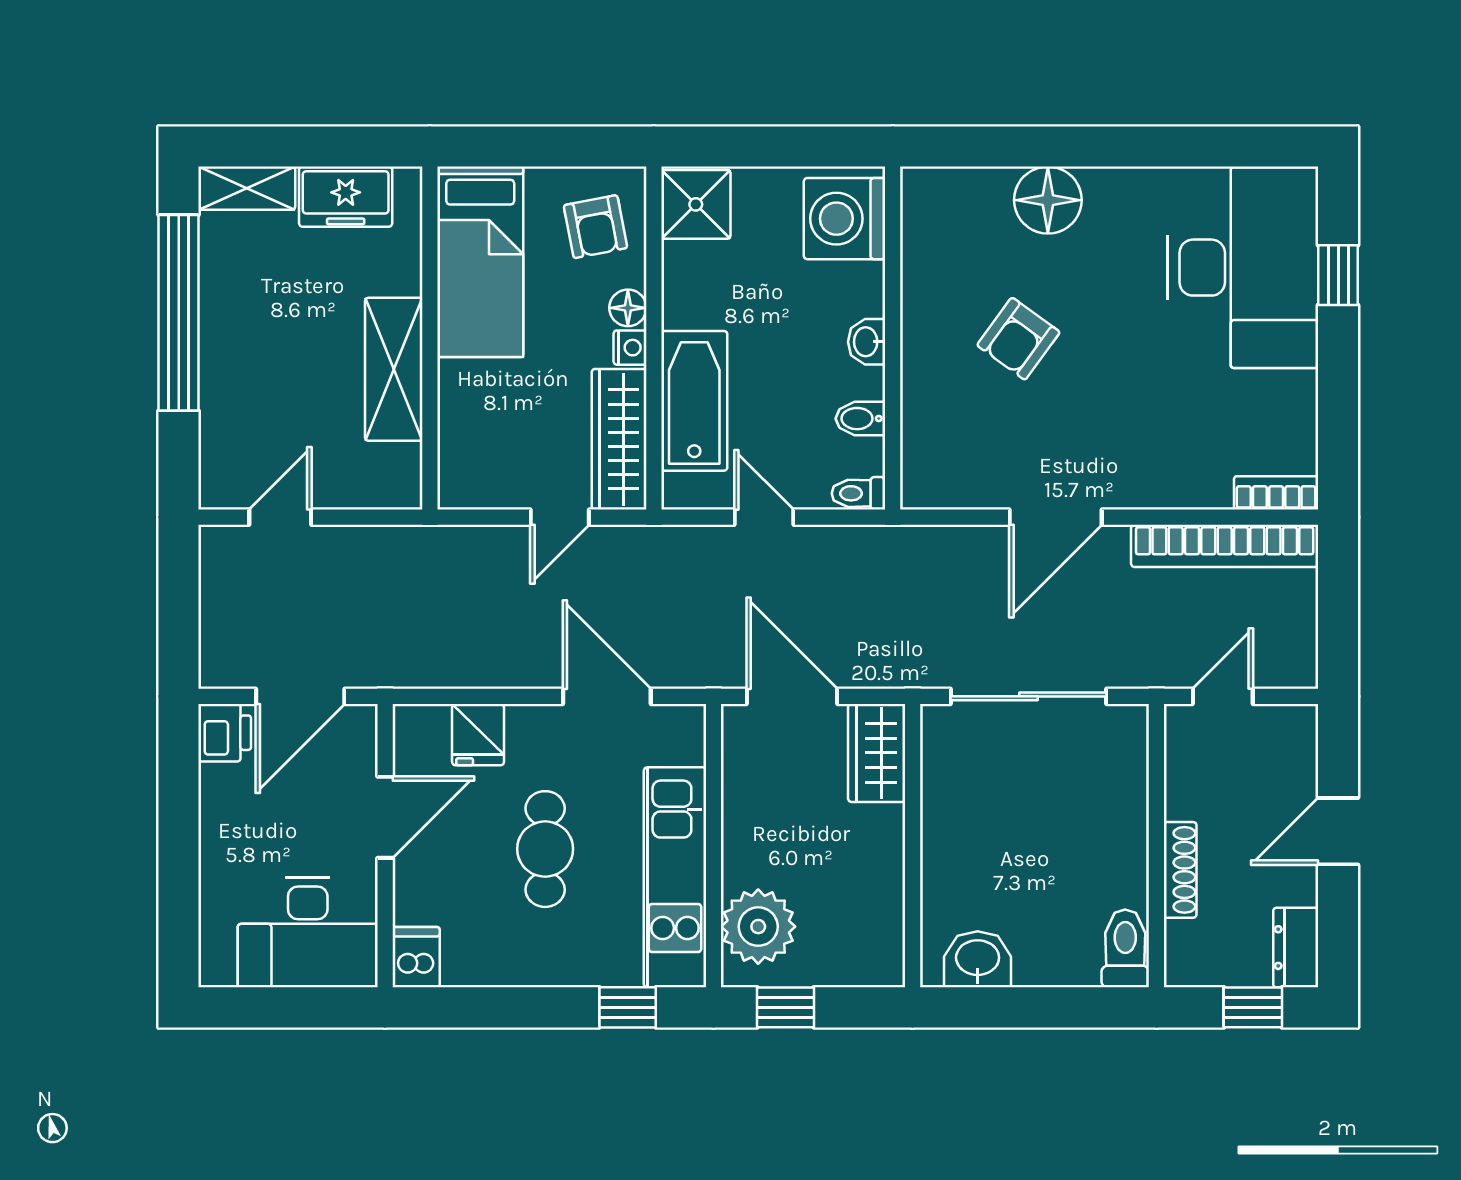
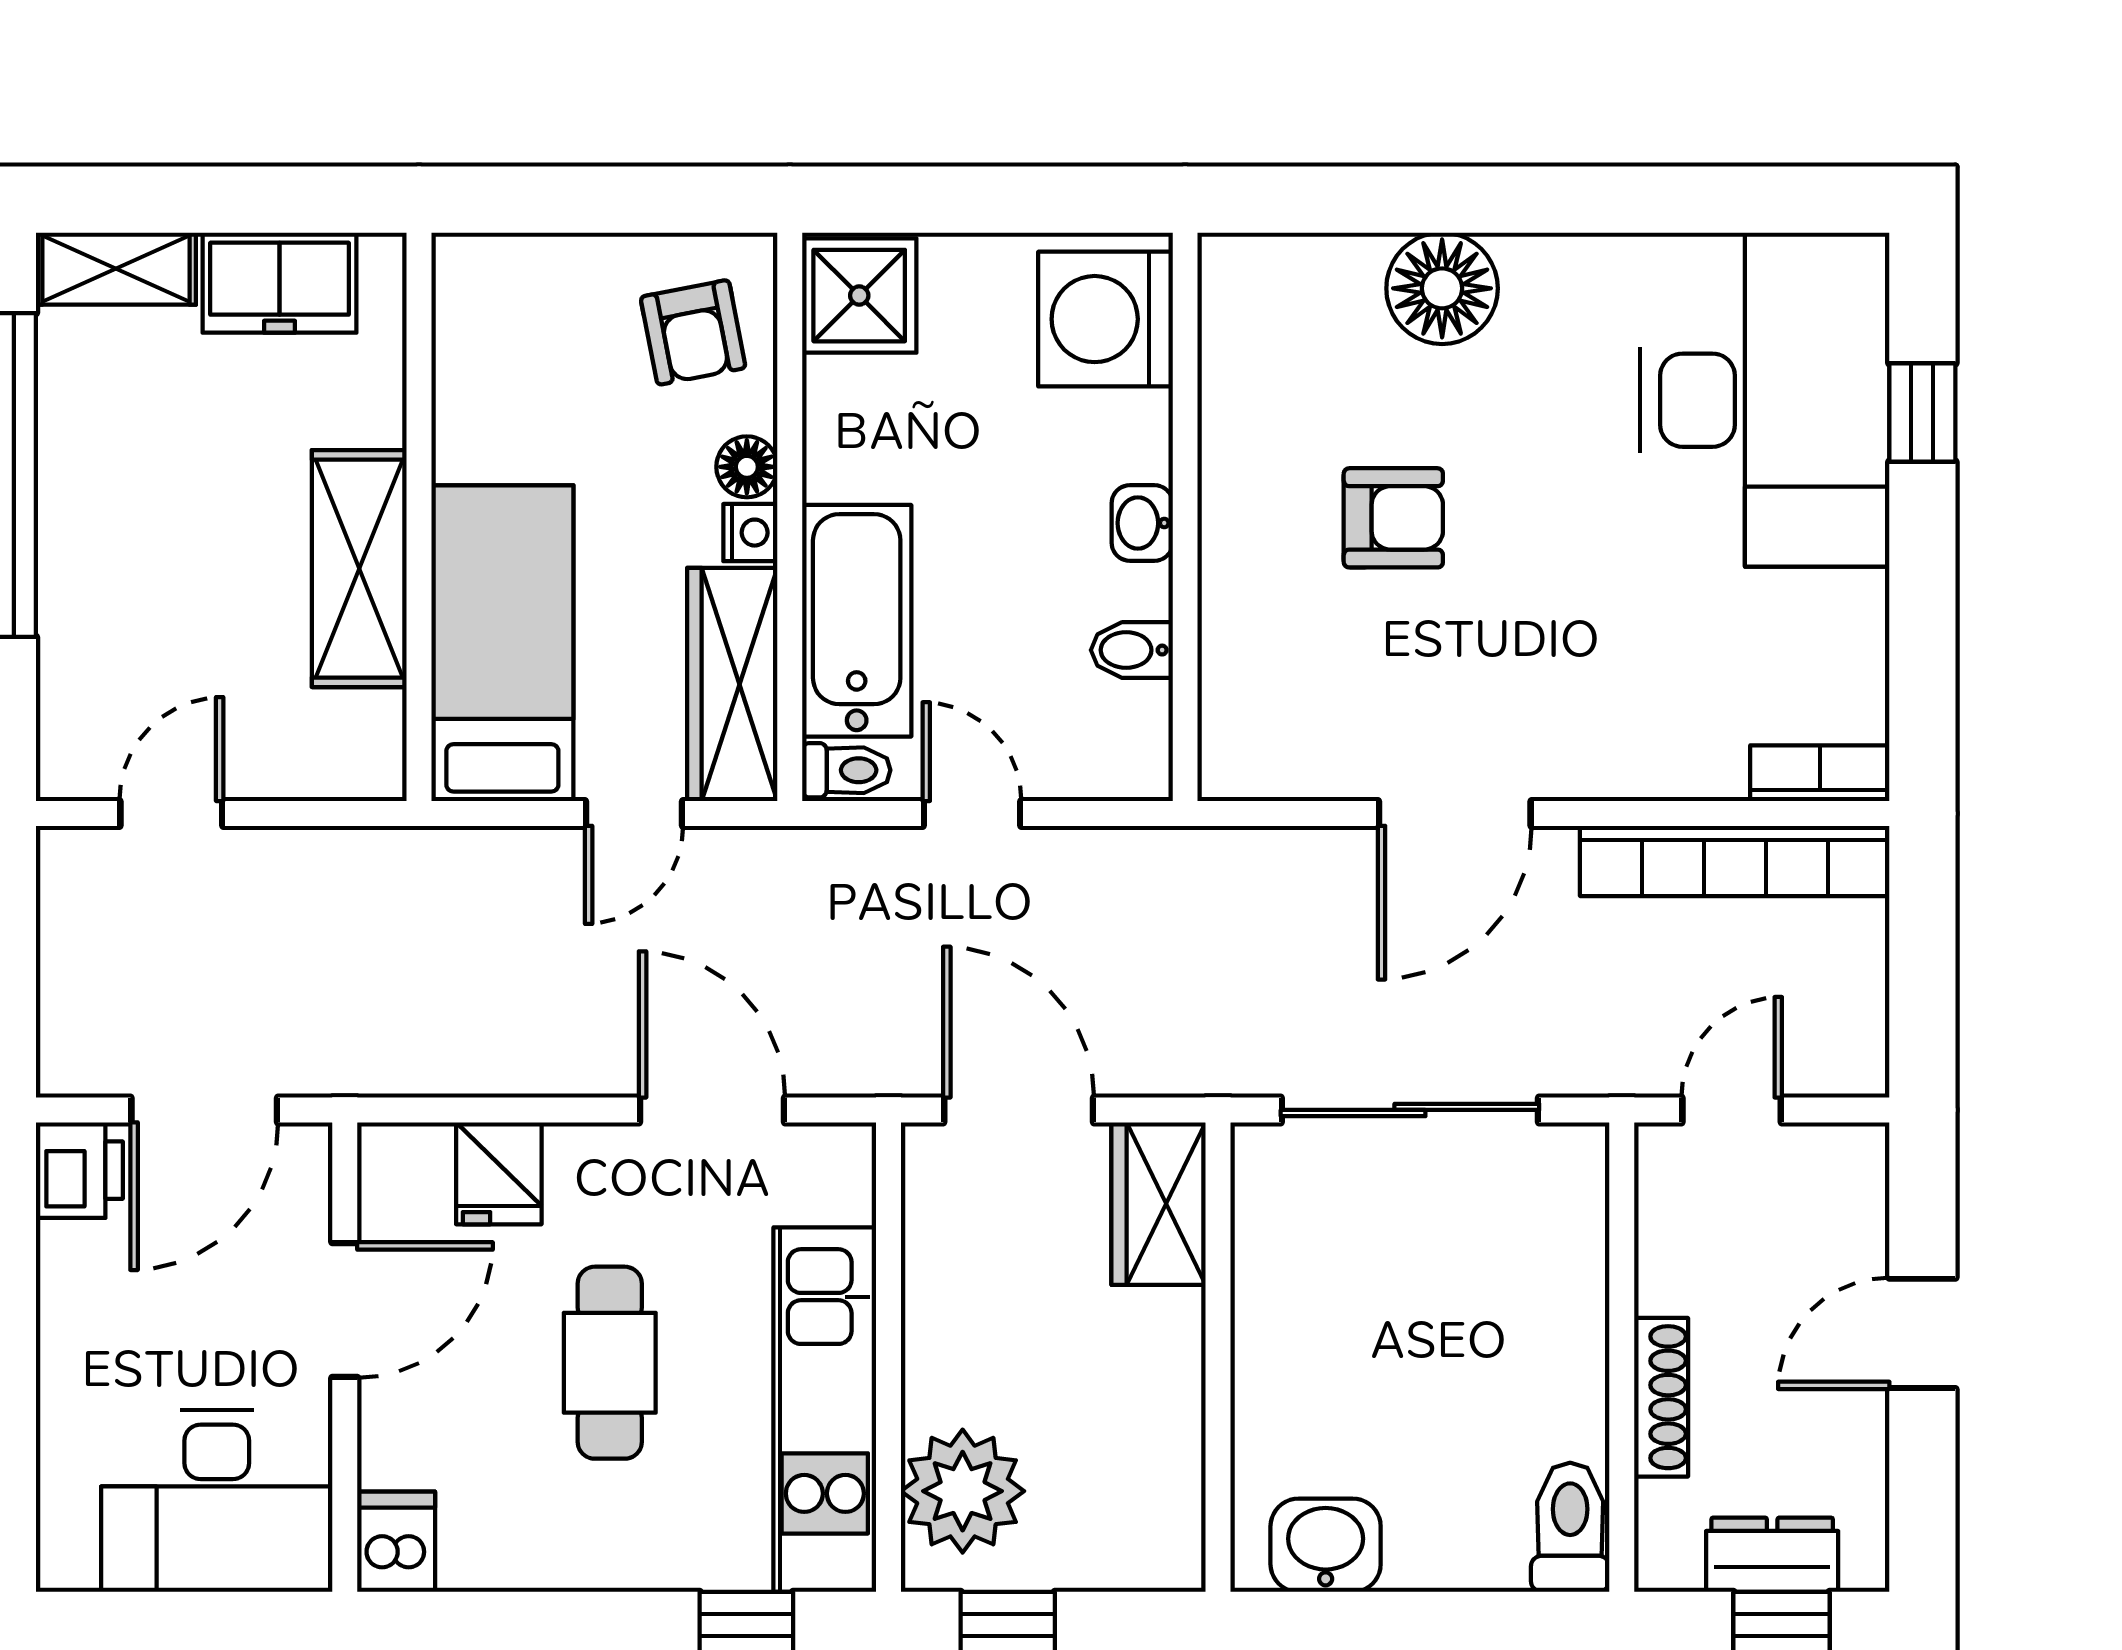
bed: (480, 262) -> (502, 643), moved, turned 180
armchair: (1018, 339) -> (1393, 518), turned -126
toilet: (859, 493) -> (846, 770), moved, turned 180
dresser: (1296, 948) -> (1772, 1555), moved, turned 90

